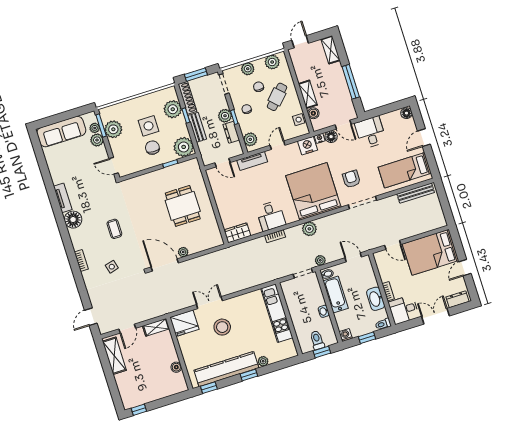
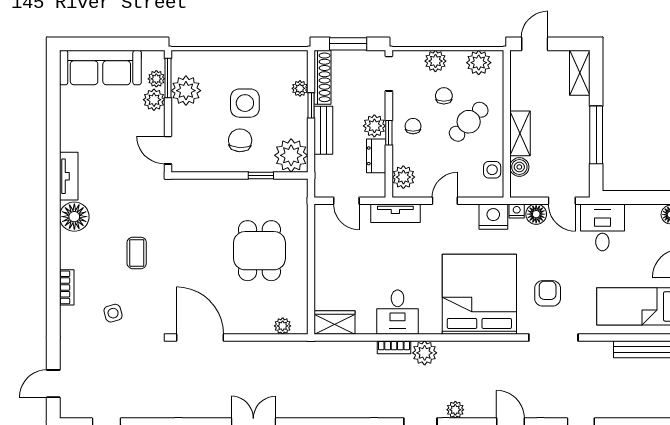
plant: (173, 109) -> (300, 88), width x0.53, depth x0.53
plant: (309, 229) -> (425, 353), moved
plant: (183, 252) -> (283, 326), moved

